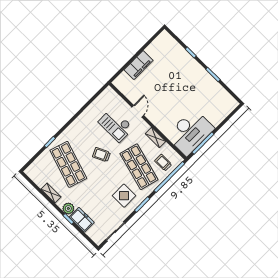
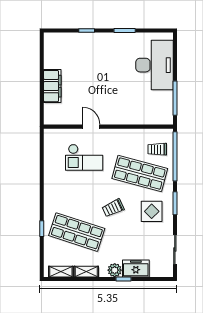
desk: (190, 132) -> (154, 65), moved
shelving: (156, 137) -> (61, 272), moved
trolley: (101, 155) -> (113, 208), moved

